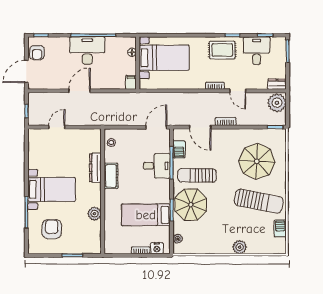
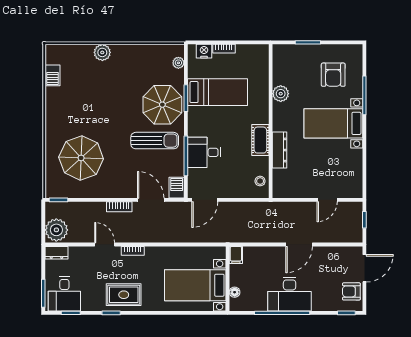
desk: (257, 51) -> (64, 294), moved
armchair: (37, 53) -> (351, 291), turned -90
barbecue: (179, 149) -> (177, 188), moved
sun lounger: (259, 201) -> (79, 109), removed

